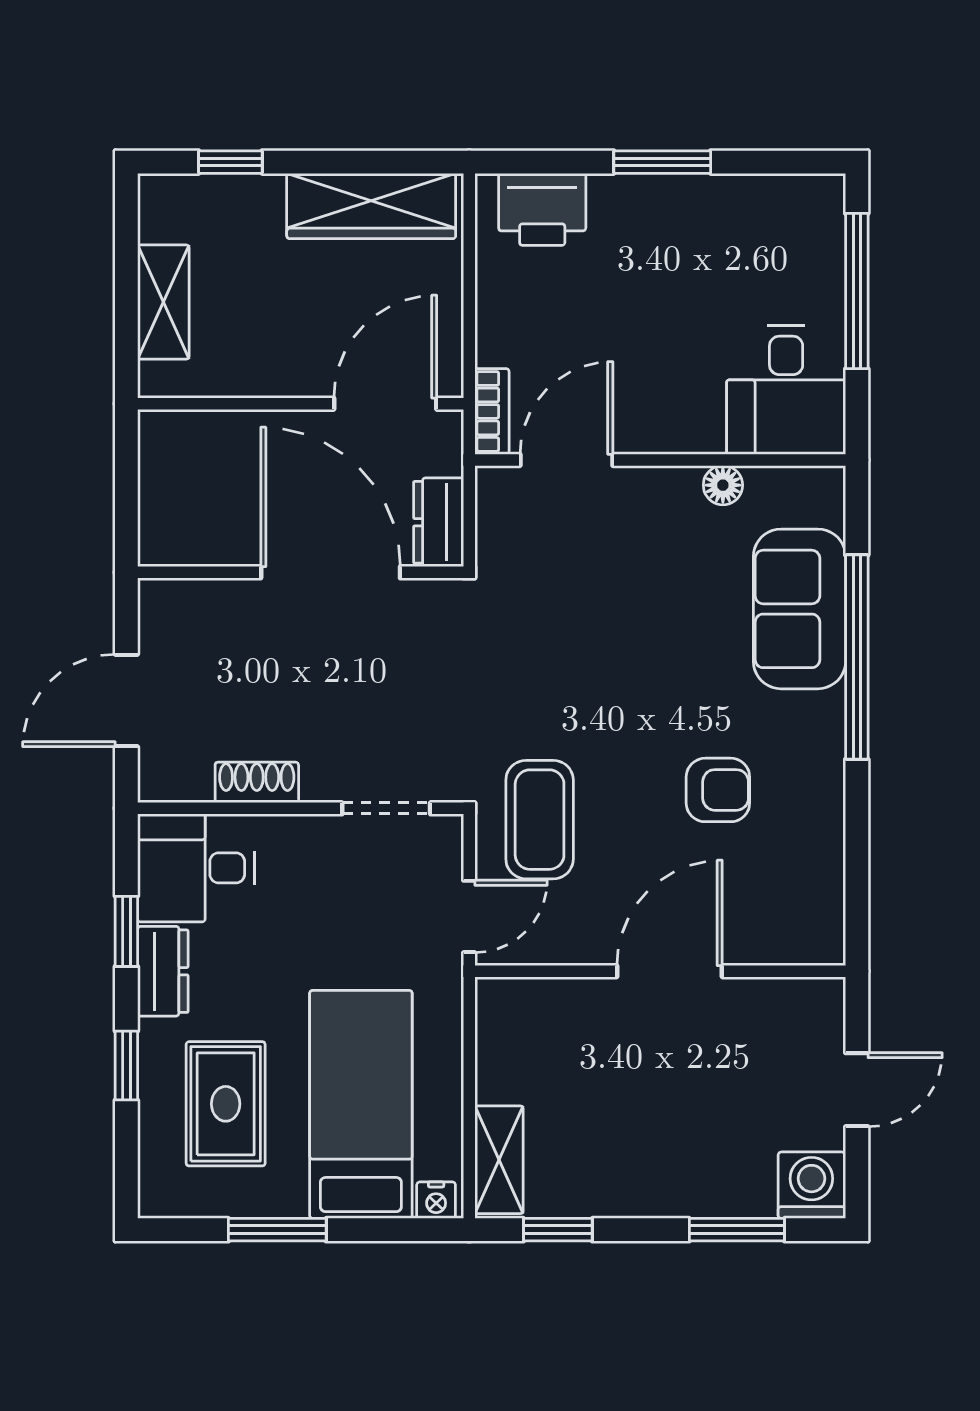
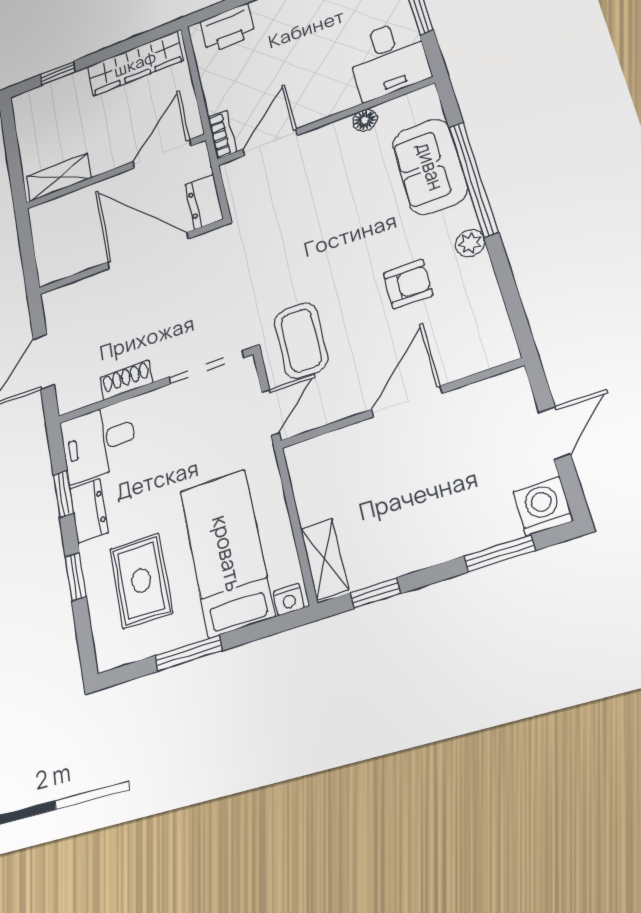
shelving: (163, 302) -> (59, 177), moved, turned 90
plant: (823, 760) -> (470, 243), added
doorway: (386, 808) -> (206, 367), width x1.38

